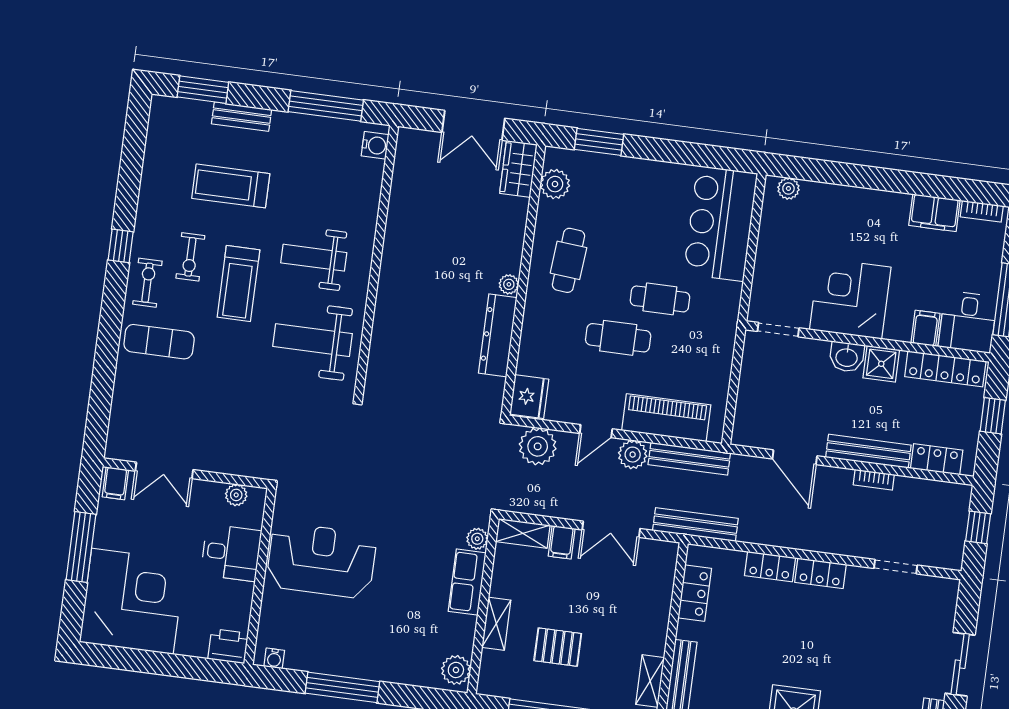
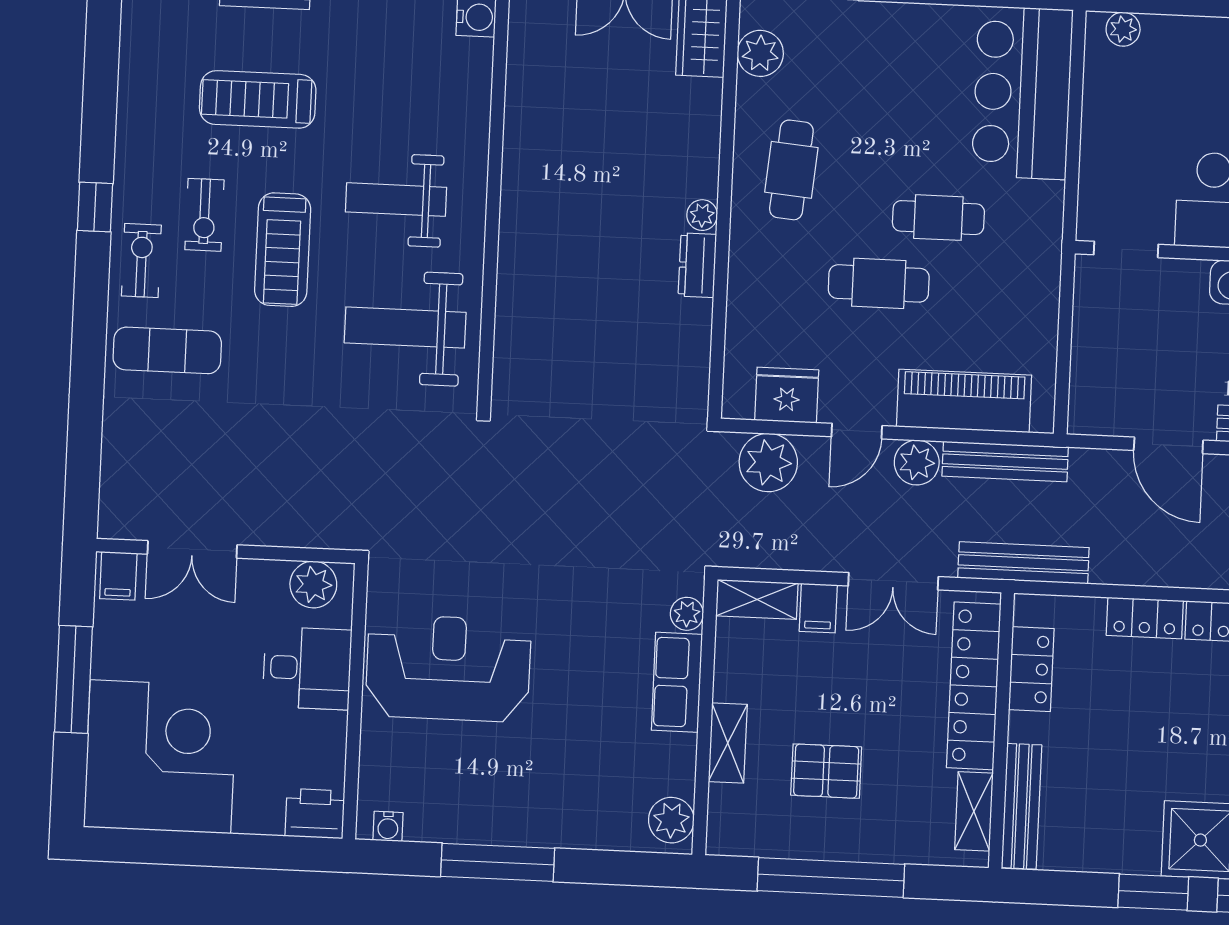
dresser: (498, 335) -> (697, 265), width x0.51, depth x0.80
fridge: (529, 397) -> (787, 395), moved, turned -90
plant: (236, 495) -> (313, 585), width x1.38, depth x1.38
locker: (657, 601) -> (974, 686), added

